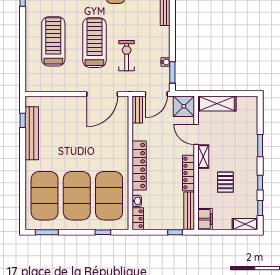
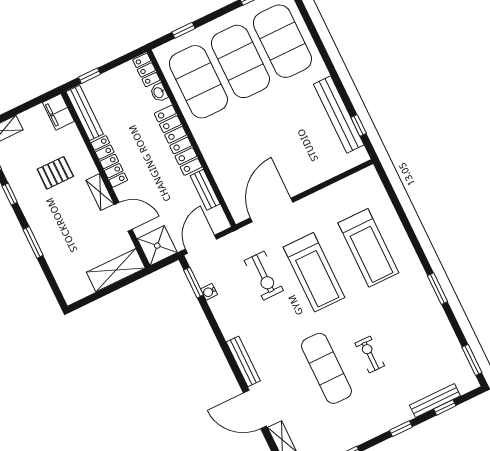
bench: (137, 110) -> (205, 190), moved
pallet: (225, 182) -> (55, 173), turned 90

